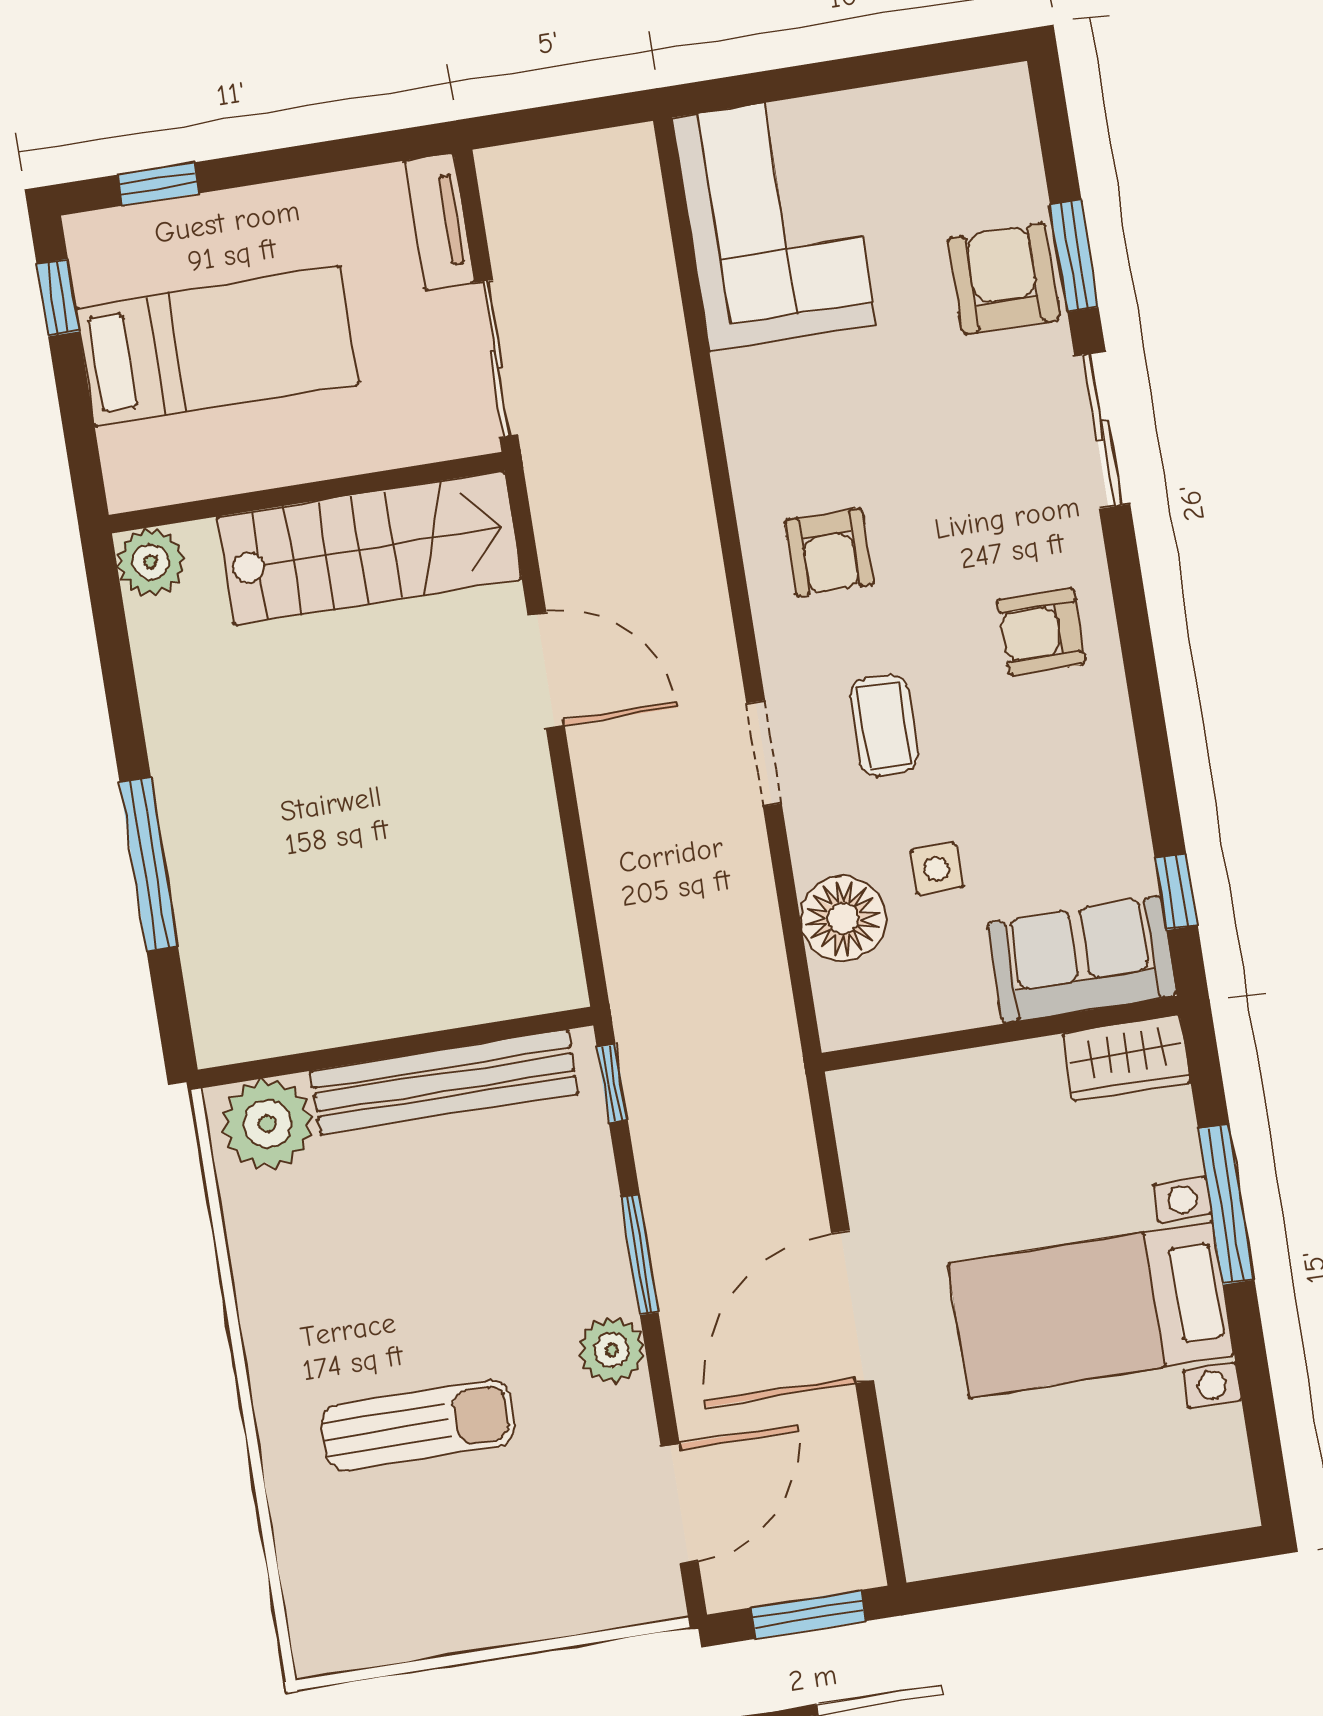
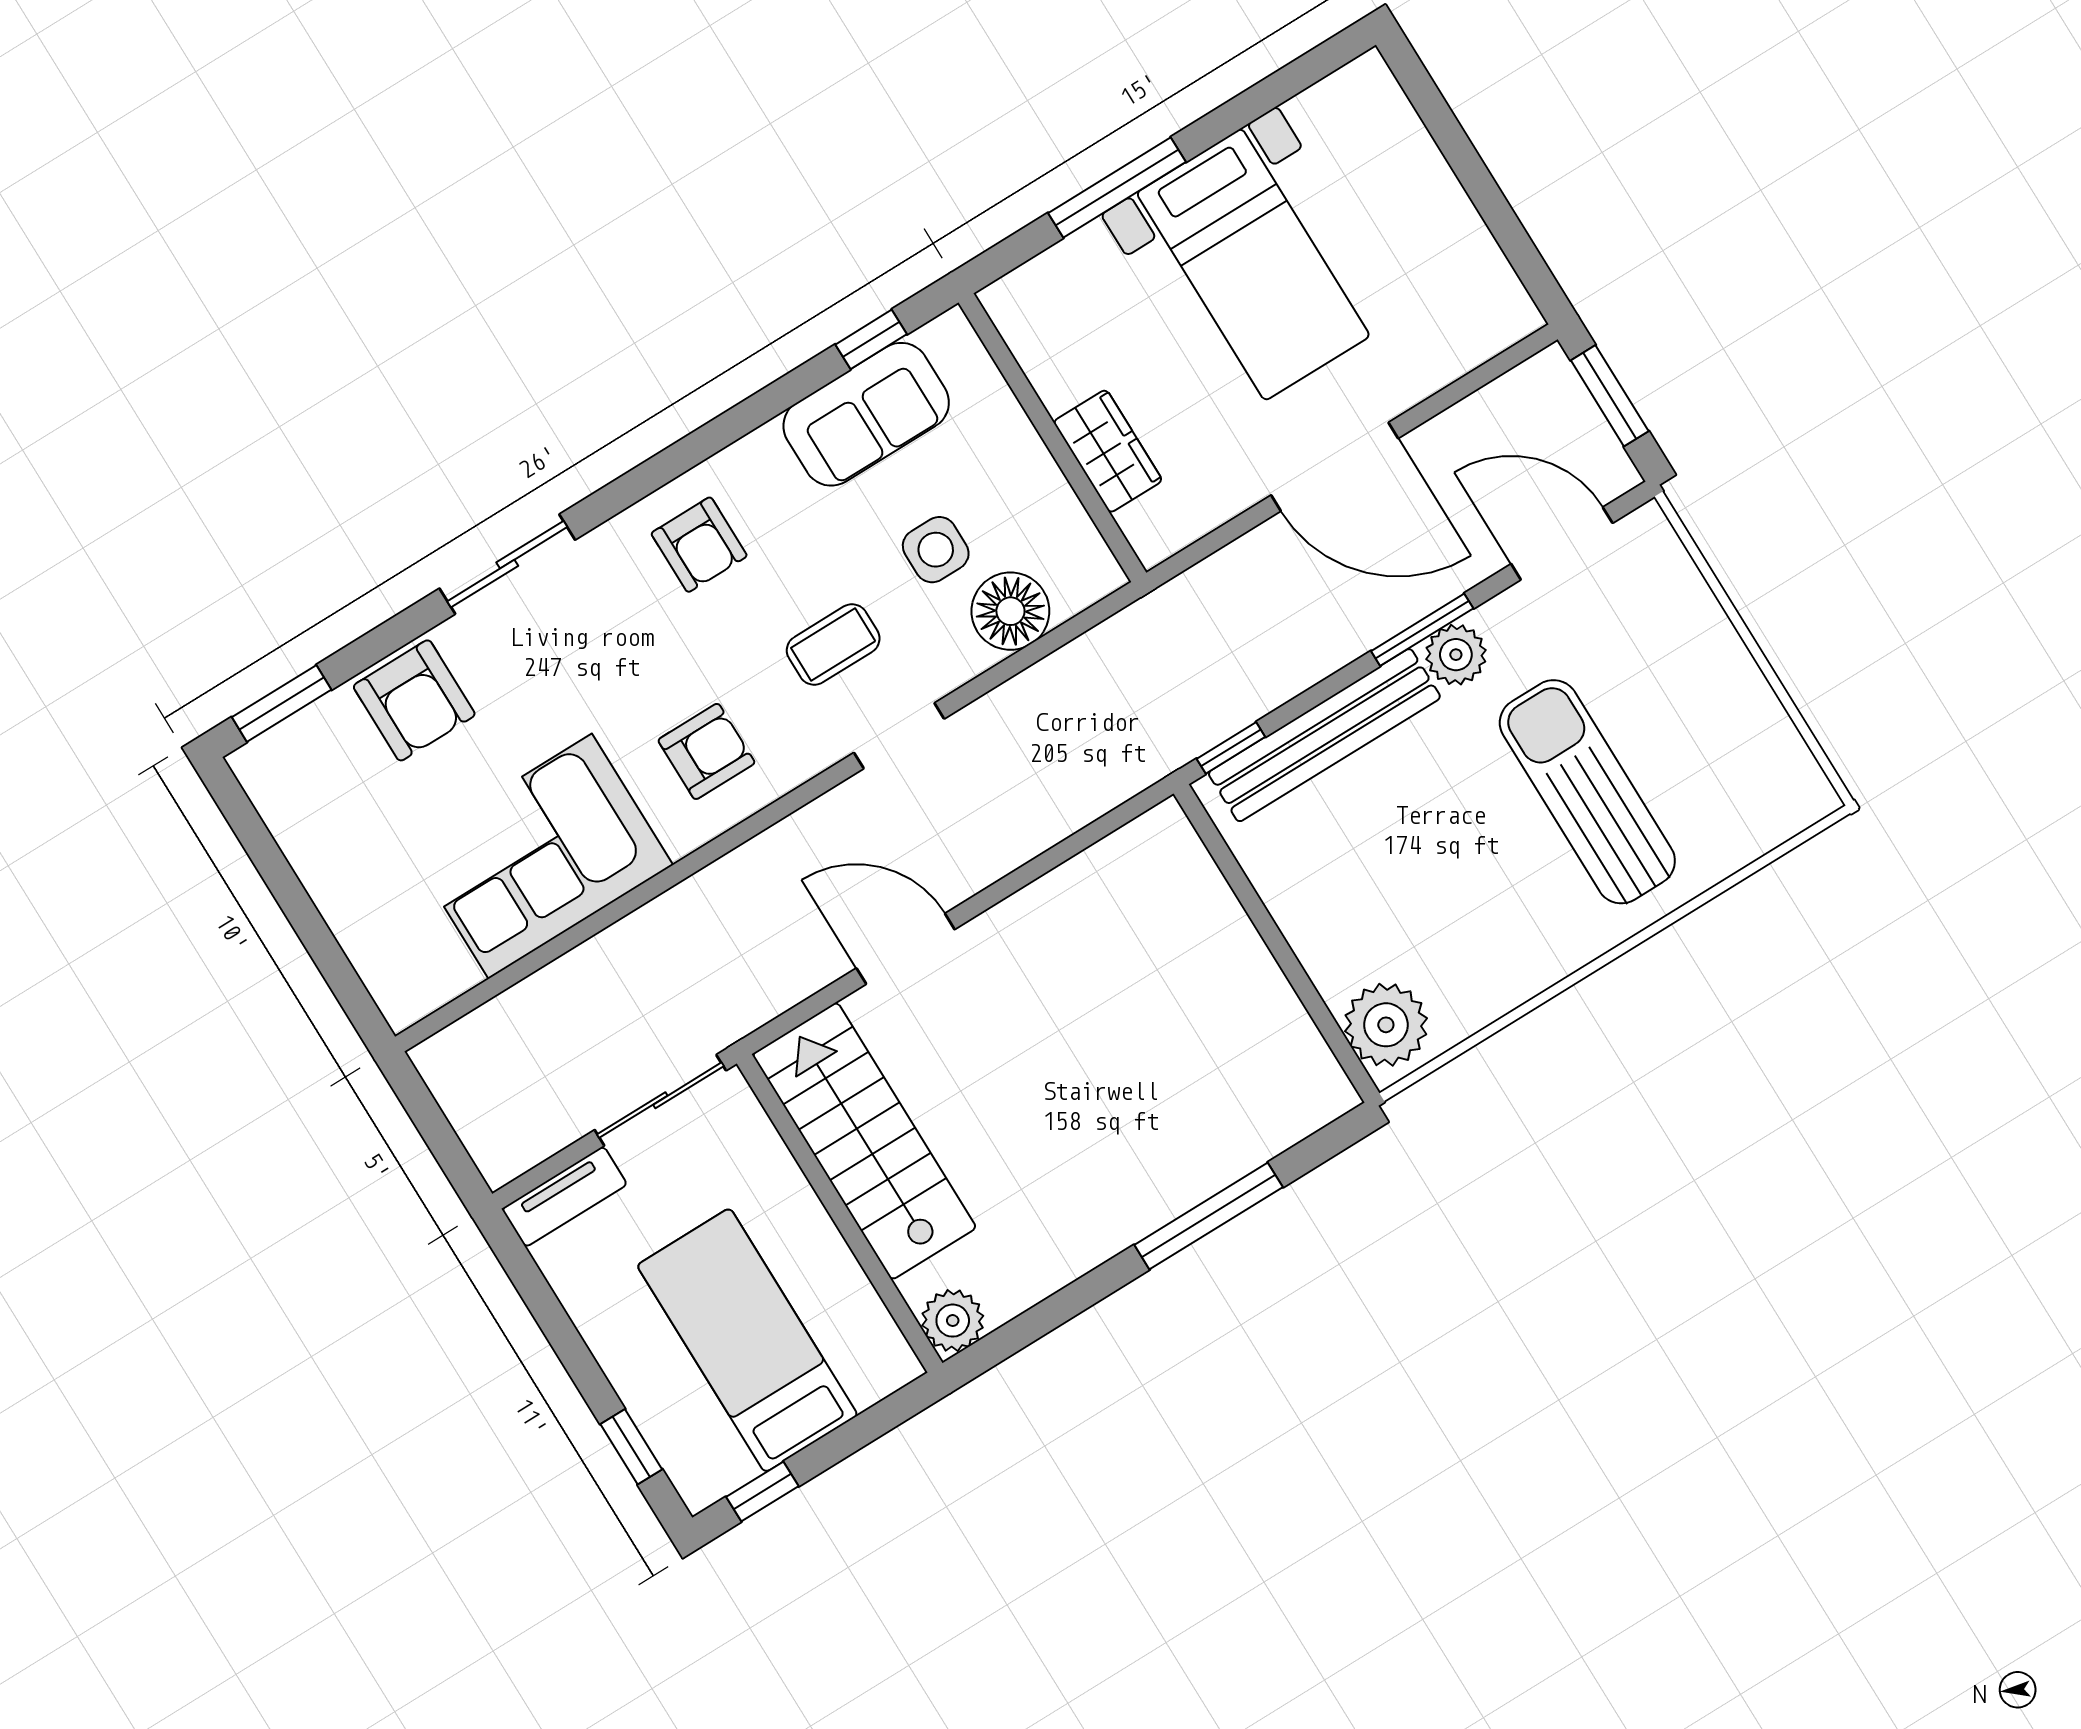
corner sofa: (774, 222) -> (540, 856), moved
window: (1074, 256) -> (282, 703), moved
armchair: (1004, 279) -> (414, 700), turned -90
door: (546, 670) -> (906, 949), hinge flipped
side table: (937, 869) -> (936, 550), width x1.37, depth x1.37
sofa: (1082, 959) -> (866, 414), moved, turned -90
wardrobe: (1127, 1058) -> (1108, 451), moved
bench: (444, 1082) -> (1324, 735), moved, turned 90
window: (640, 1254) -> (1422, 630), moved
sun lounger: (418, 1425) -> (1587, 792), width x1.36, depth x1.34

